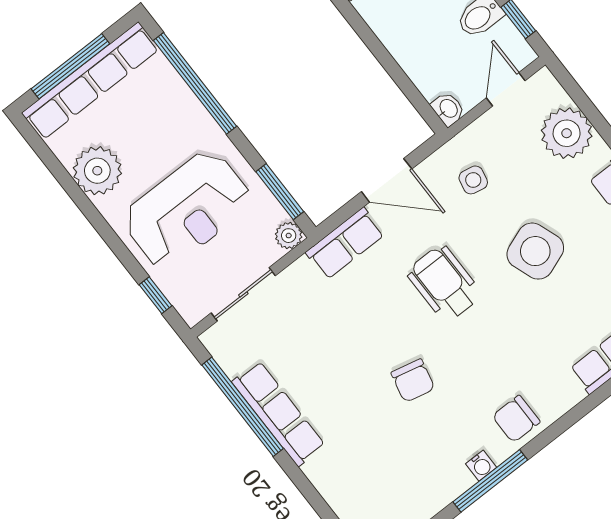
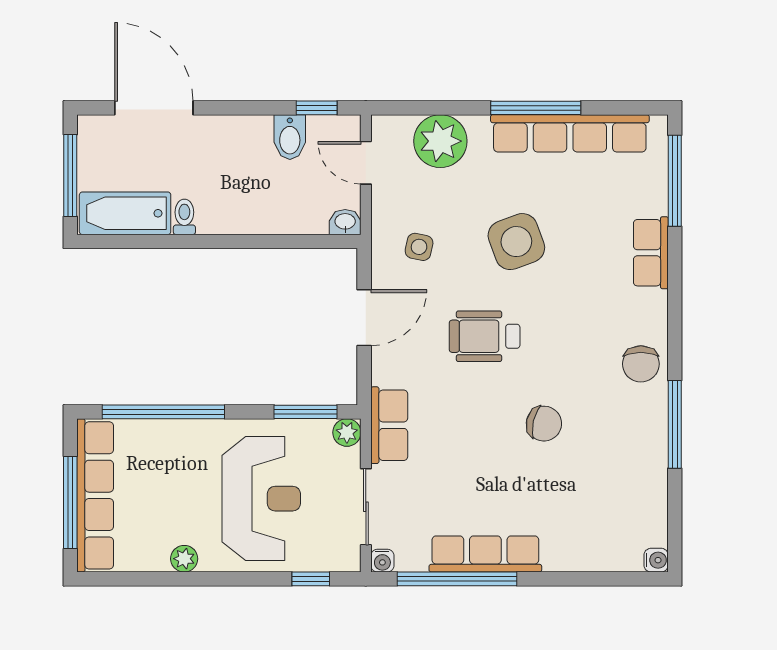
plant: (97, 171) -> (184, 559), width x0.53, depth x0.53
row of seats: (345, 243) -> (389, 425), moved
water cooler: (481, 466) -> (382, 561), moved, turned 90

